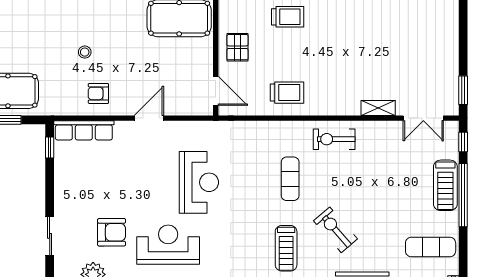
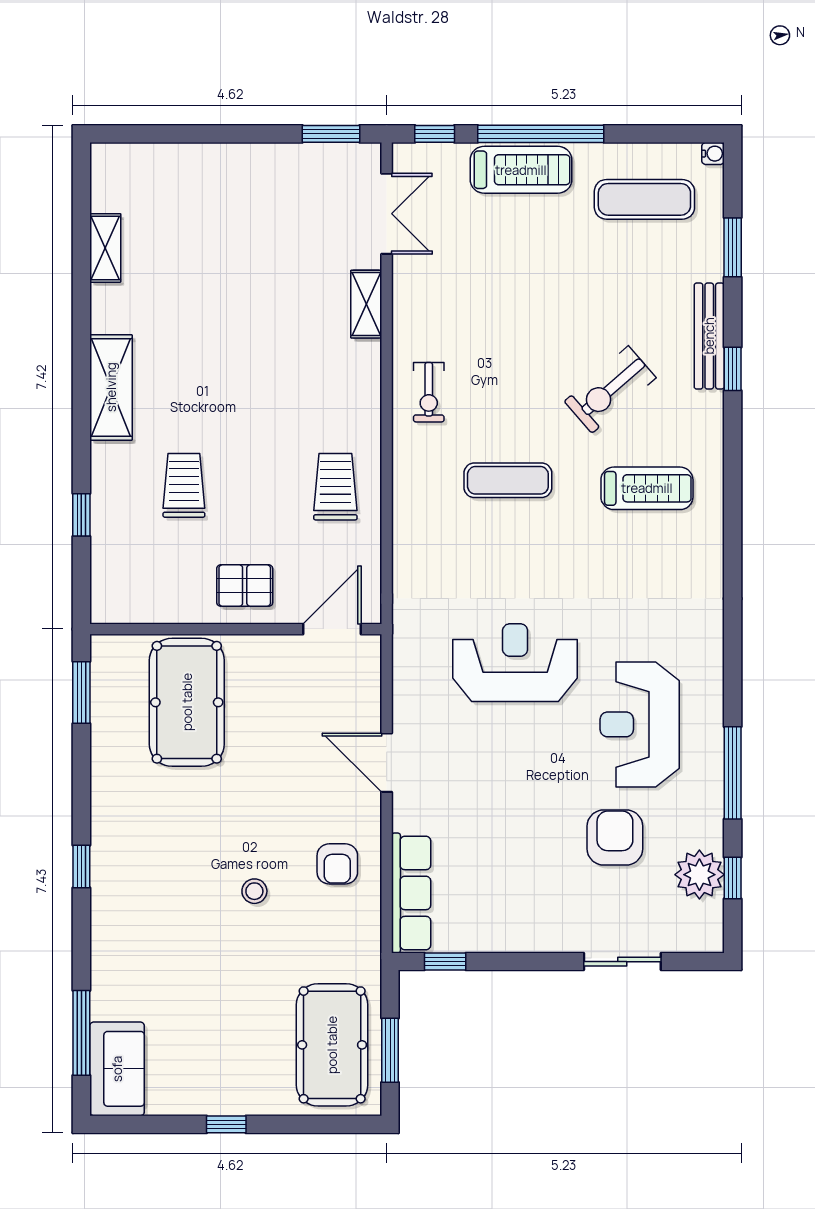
exercise bike: (334, 139) -> (429, 392), width x0.73, depth x0.72
exercise mat: (431, 247) -> (644, 199), turned 90

